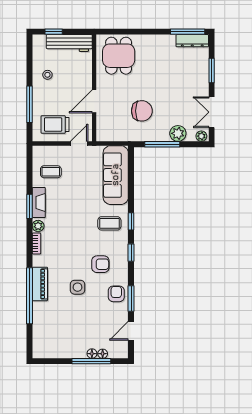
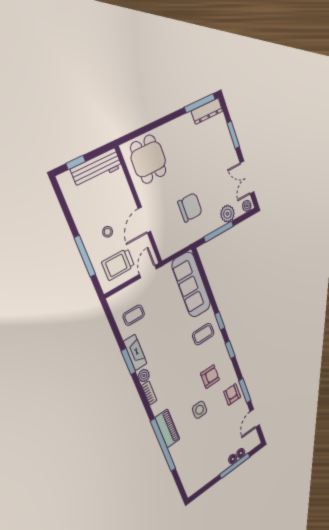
stool: (47, 75) -> (108, 232), moved

